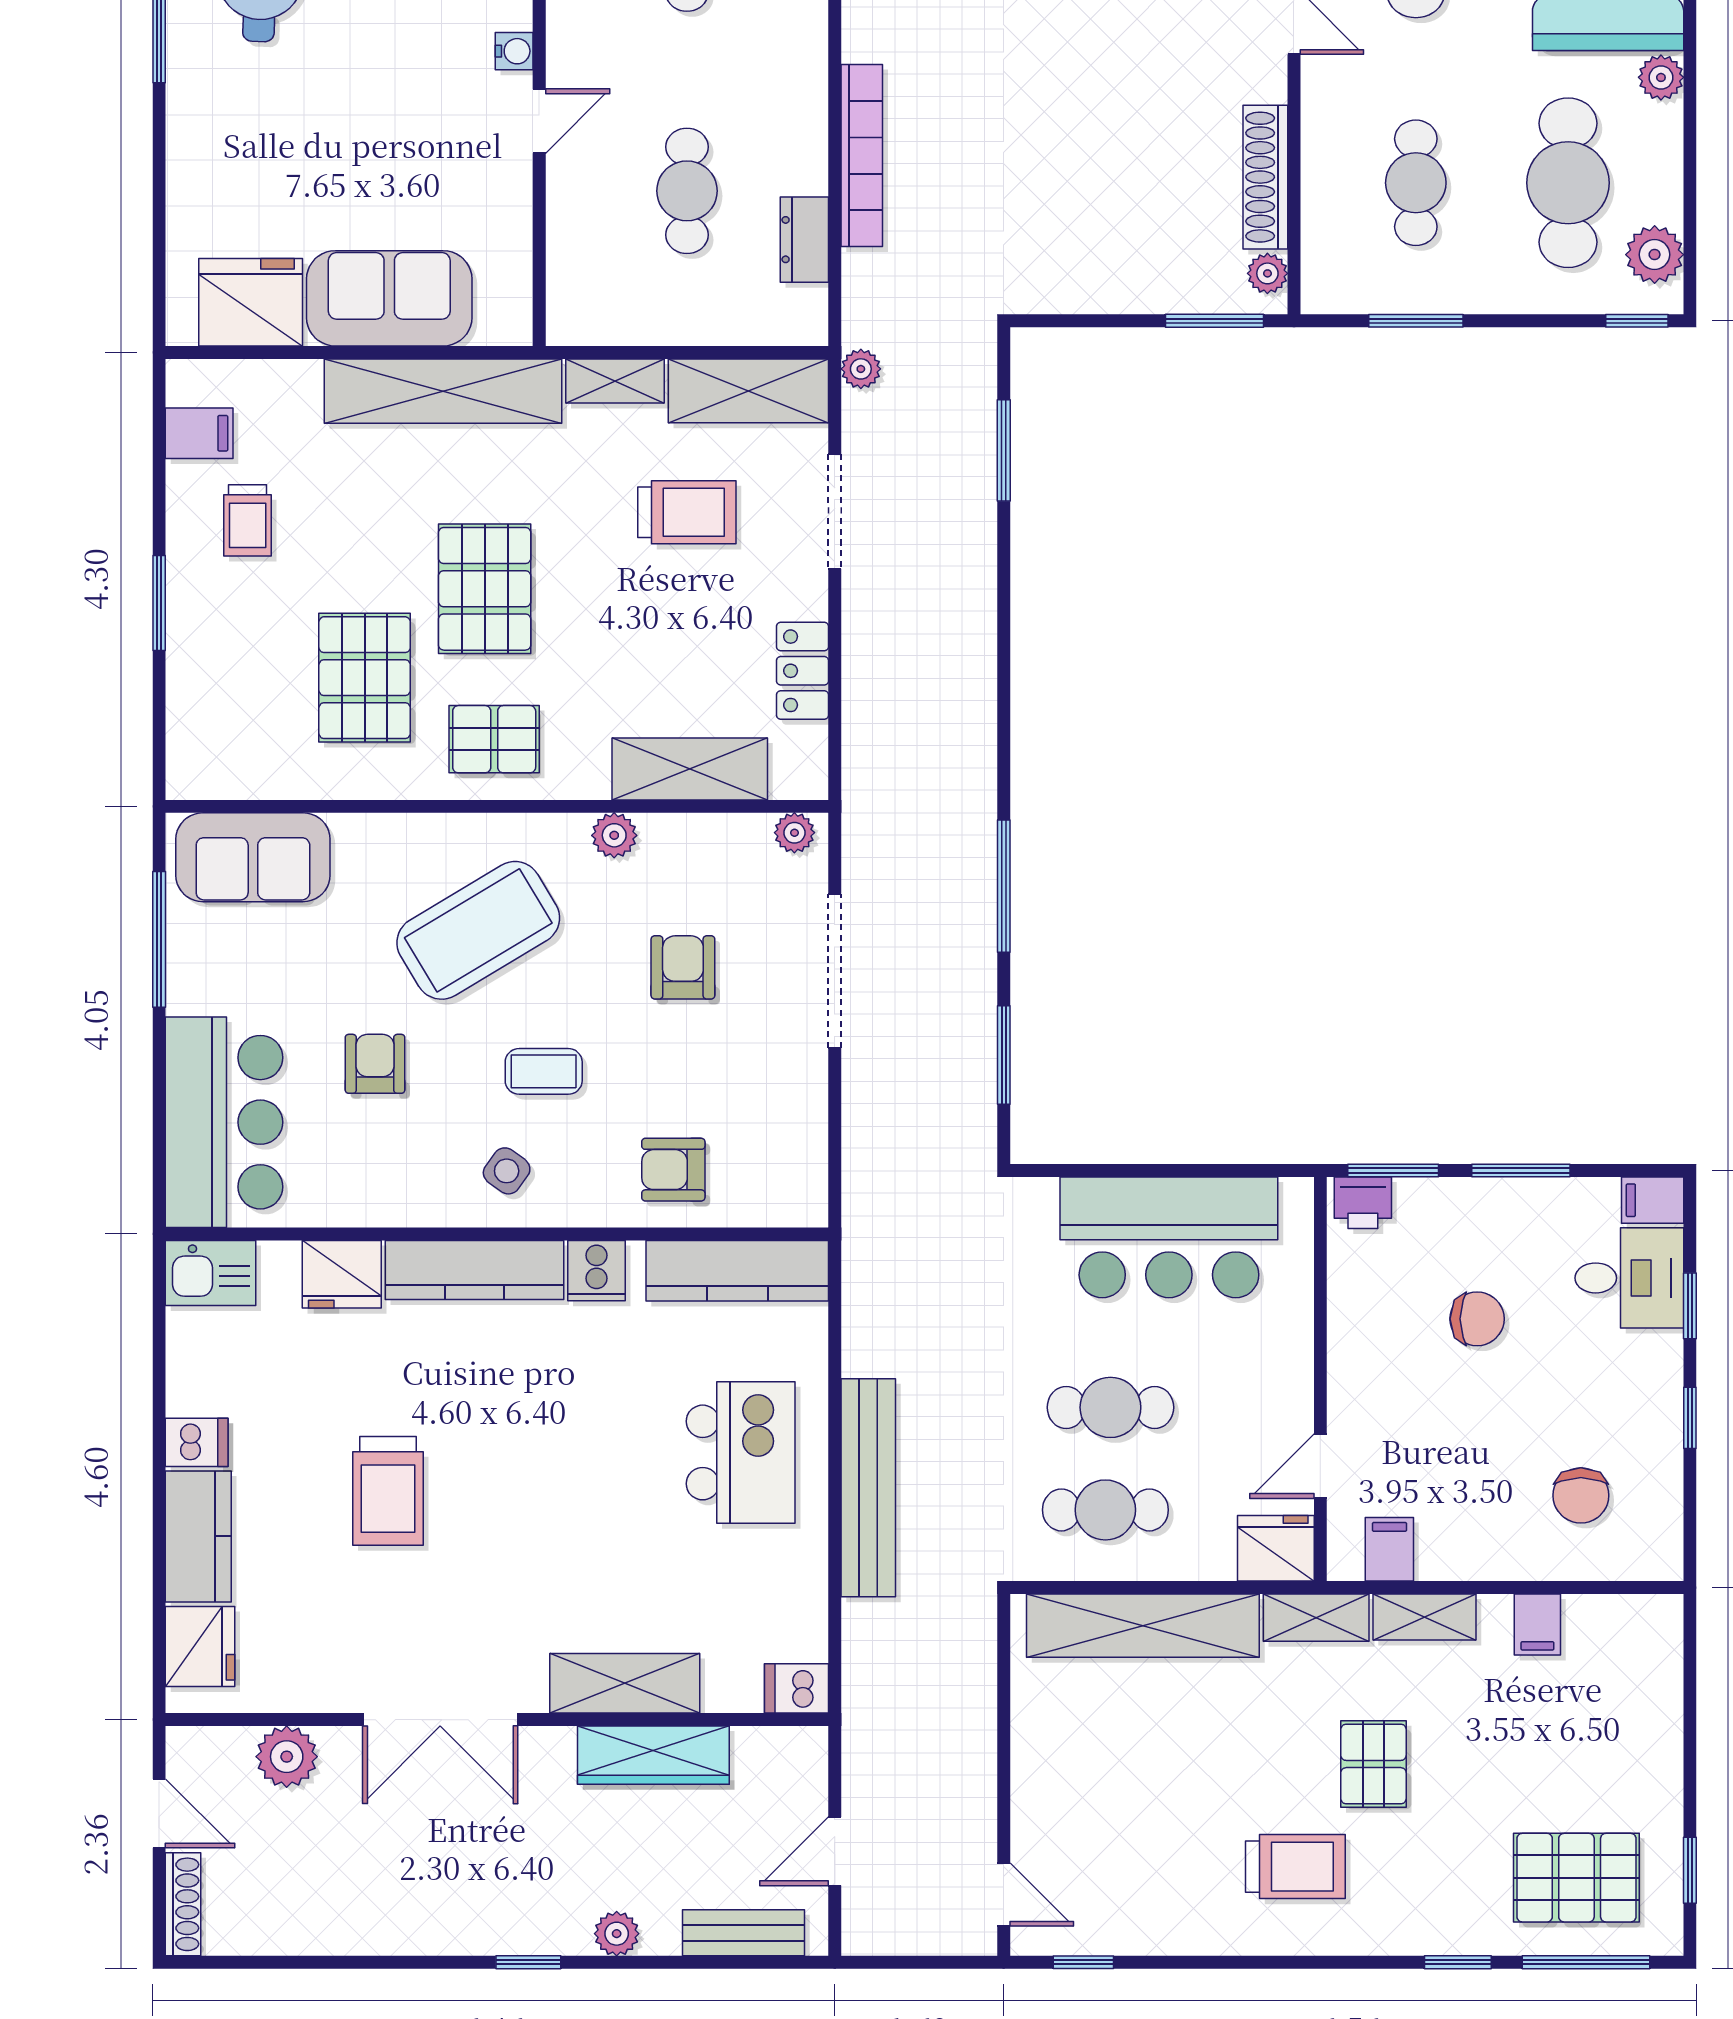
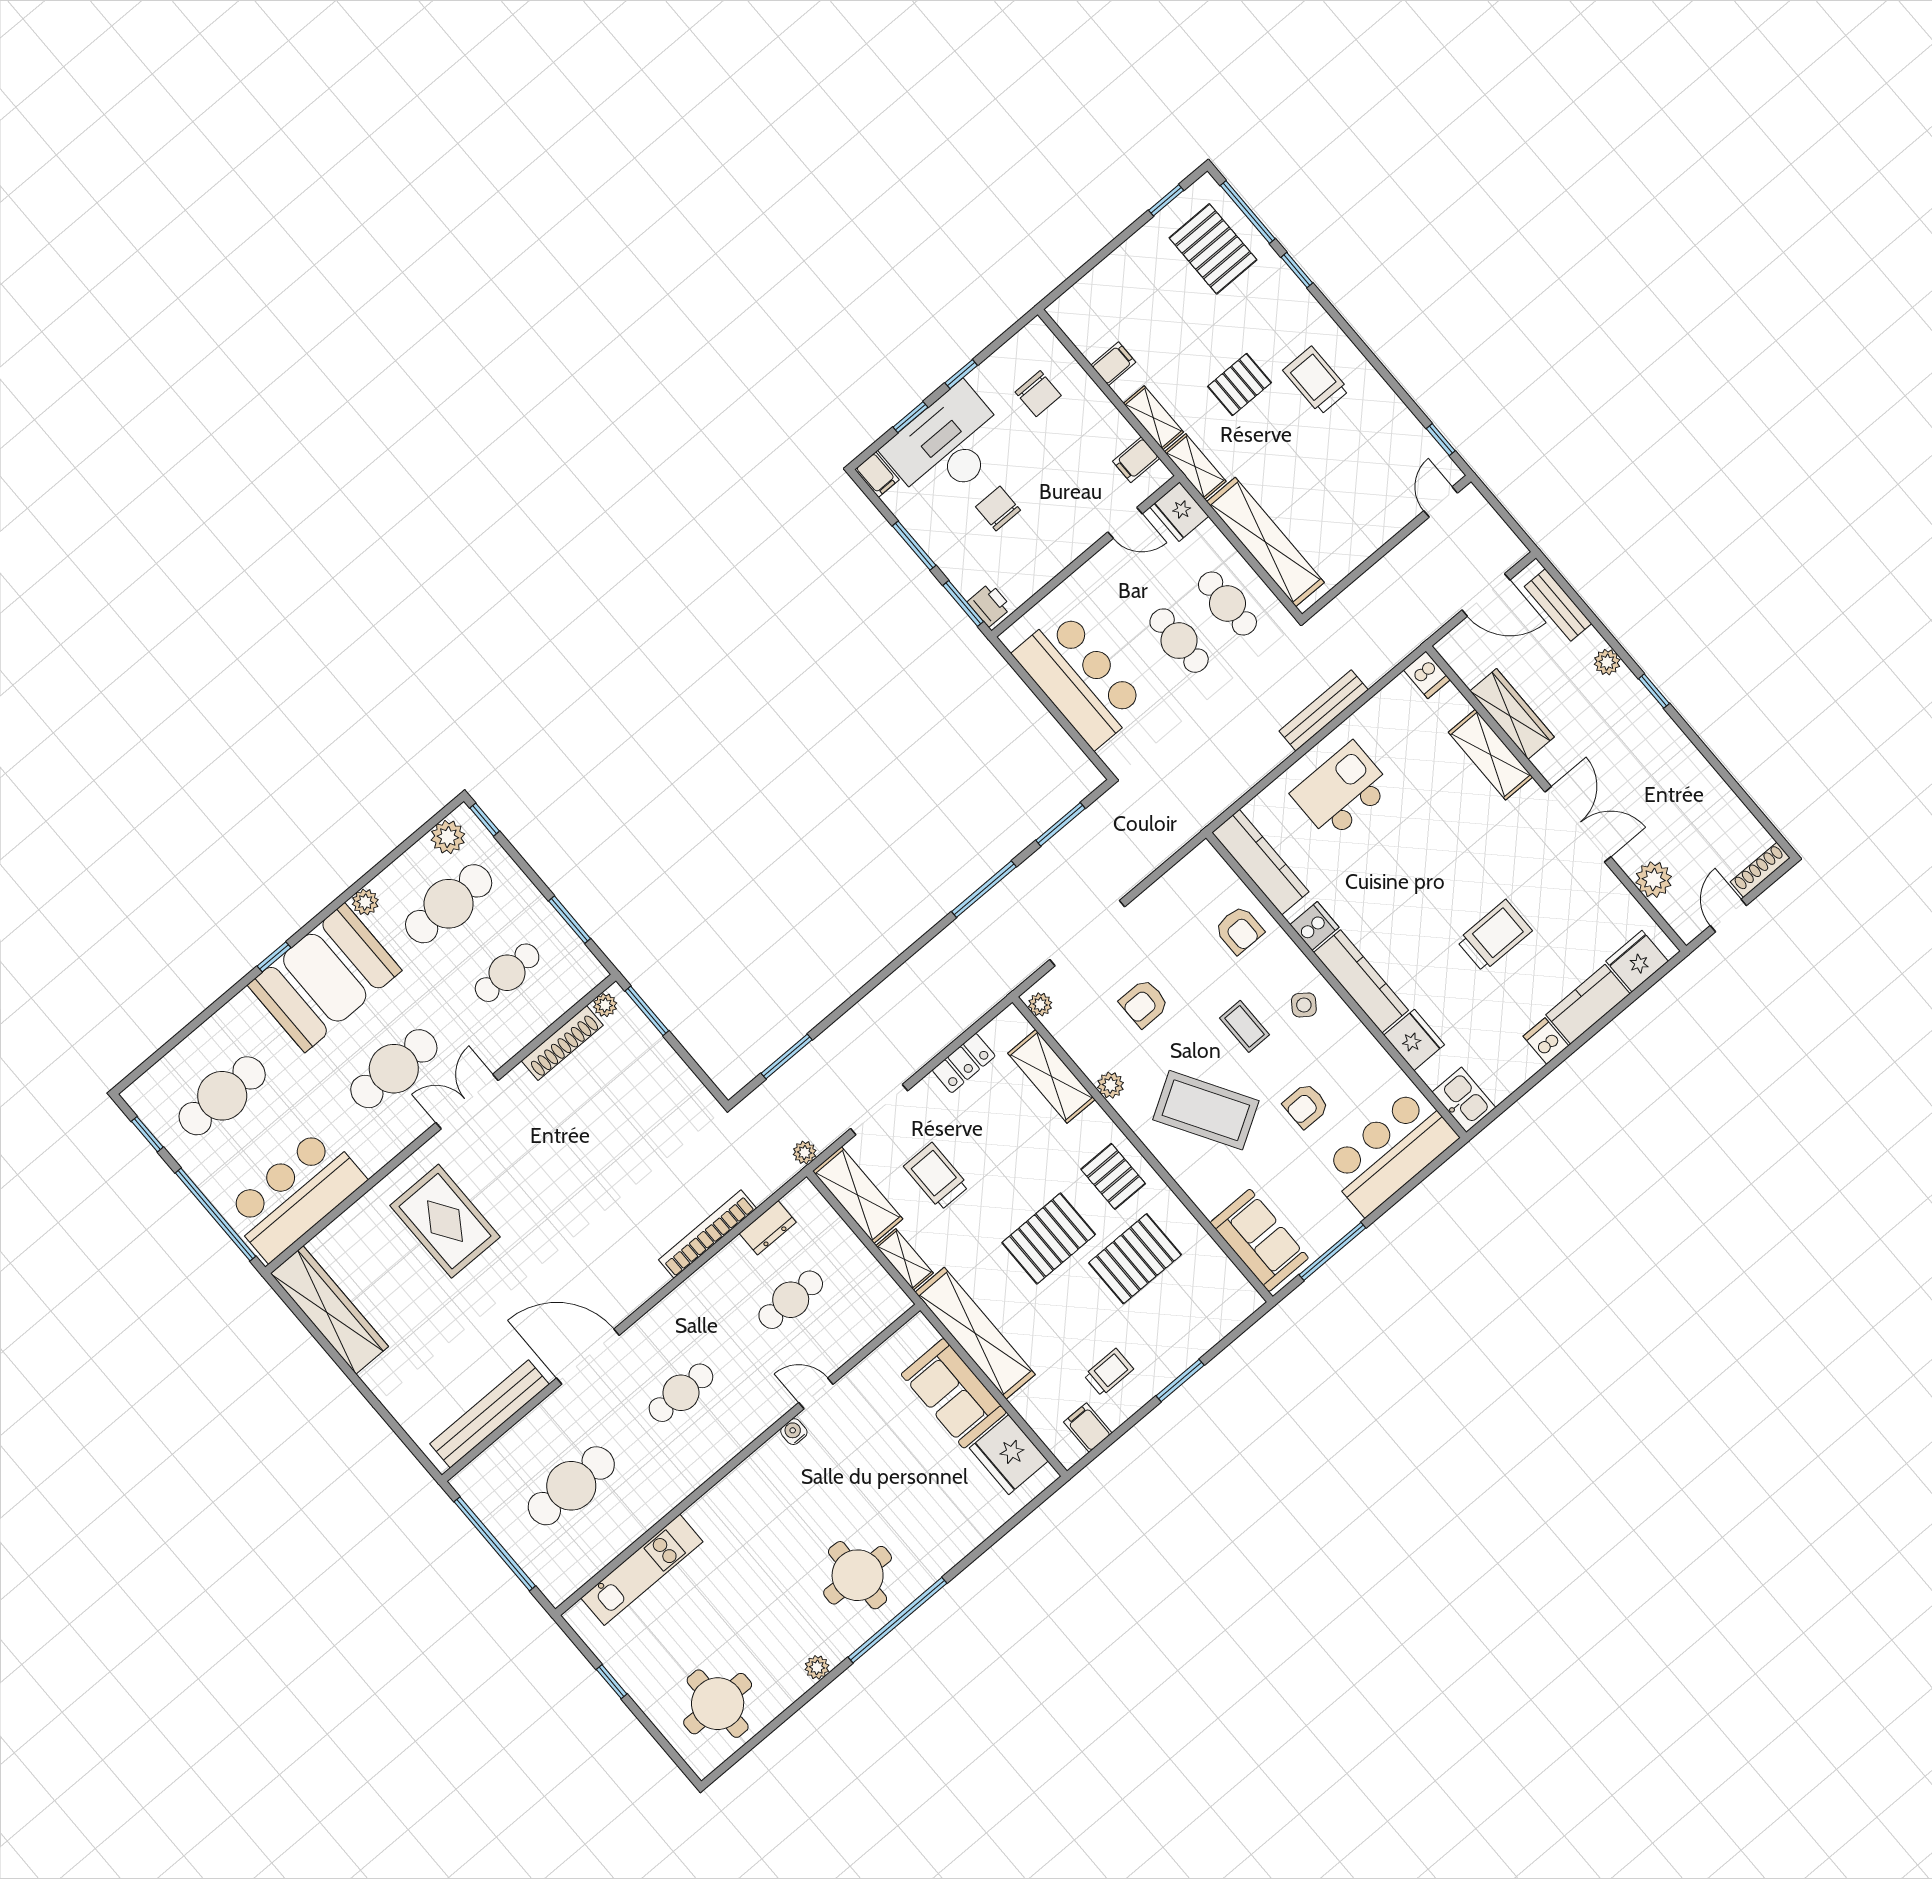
desk: (1629, 1278) -> (947, 446), width x1.87, depth x1.30
bench: (868, 1488) -> (1324, 710), width x0.73, depth x0.82
chair: (1581, 1495) -> (1038, 394), turned 90
door: (835, 1851) -> (1486, 595), width x1.38

